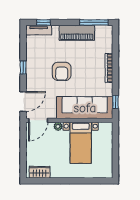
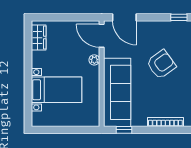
window: (23, 67) -> (179, 17), moved
armchair: (62, 71) -> (161, 64), turned 144
bed with nightstands: (81, 143) -> (56, 90), moved, turned 180

